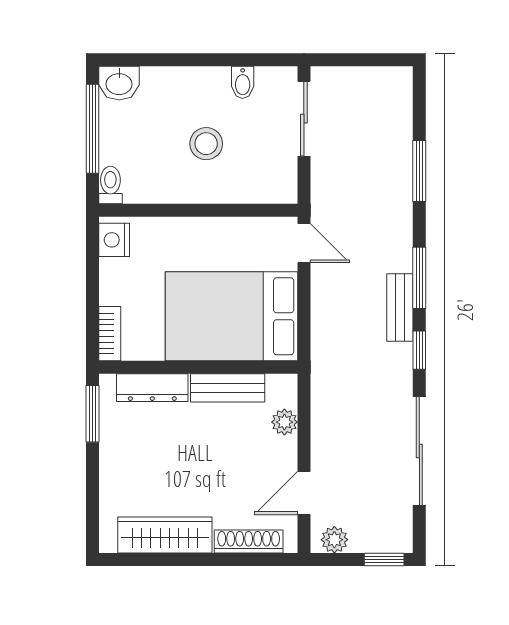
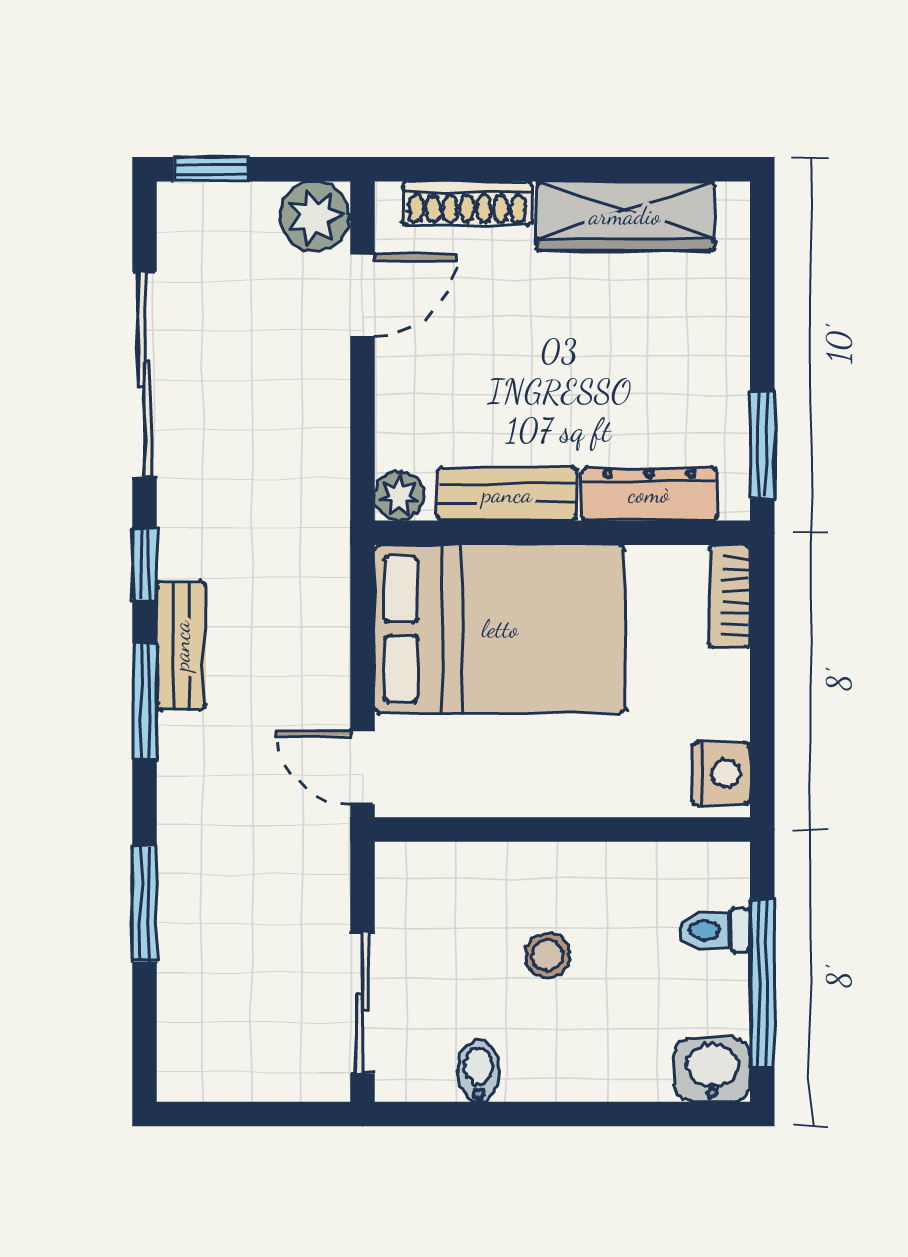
stool: (206, 144) -> (547, 955), width x0.73, depth x0.73
toilet: (110, 185) -> (715, 930), moved, turned 90
plant: (284, 422) -> (399, 496), moved
plant: (334, 540) -> (314, 216), width x1.38, depth x1.38

